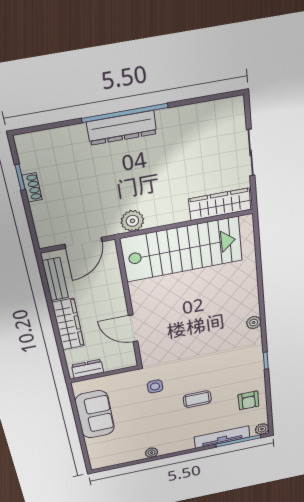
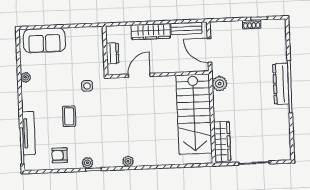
dresser: (88, 369) -> (112, 53), moved
sofa: (95, 414) -> (44, 40), moved
plant: (262, 429) -> (87, 163), moved

